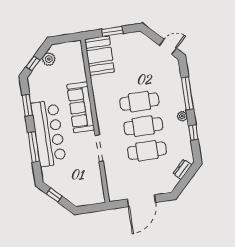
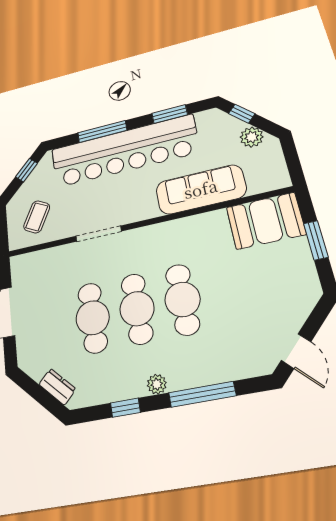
sofa: (81, 107) -> (201, 189), moved
bar counter: (49, 133) -> (124, 151), width x1.36
coffee table: (86, 186) -> (37, 217), added

